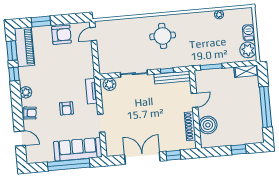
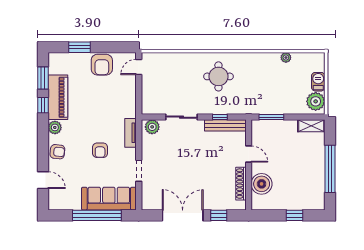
armchair: (61, 35) -> (102, 65), turned 90
piano: (24, 47) -> (58, 97), moved
door: (194, 100) -> (249, 154), hinge flipped

